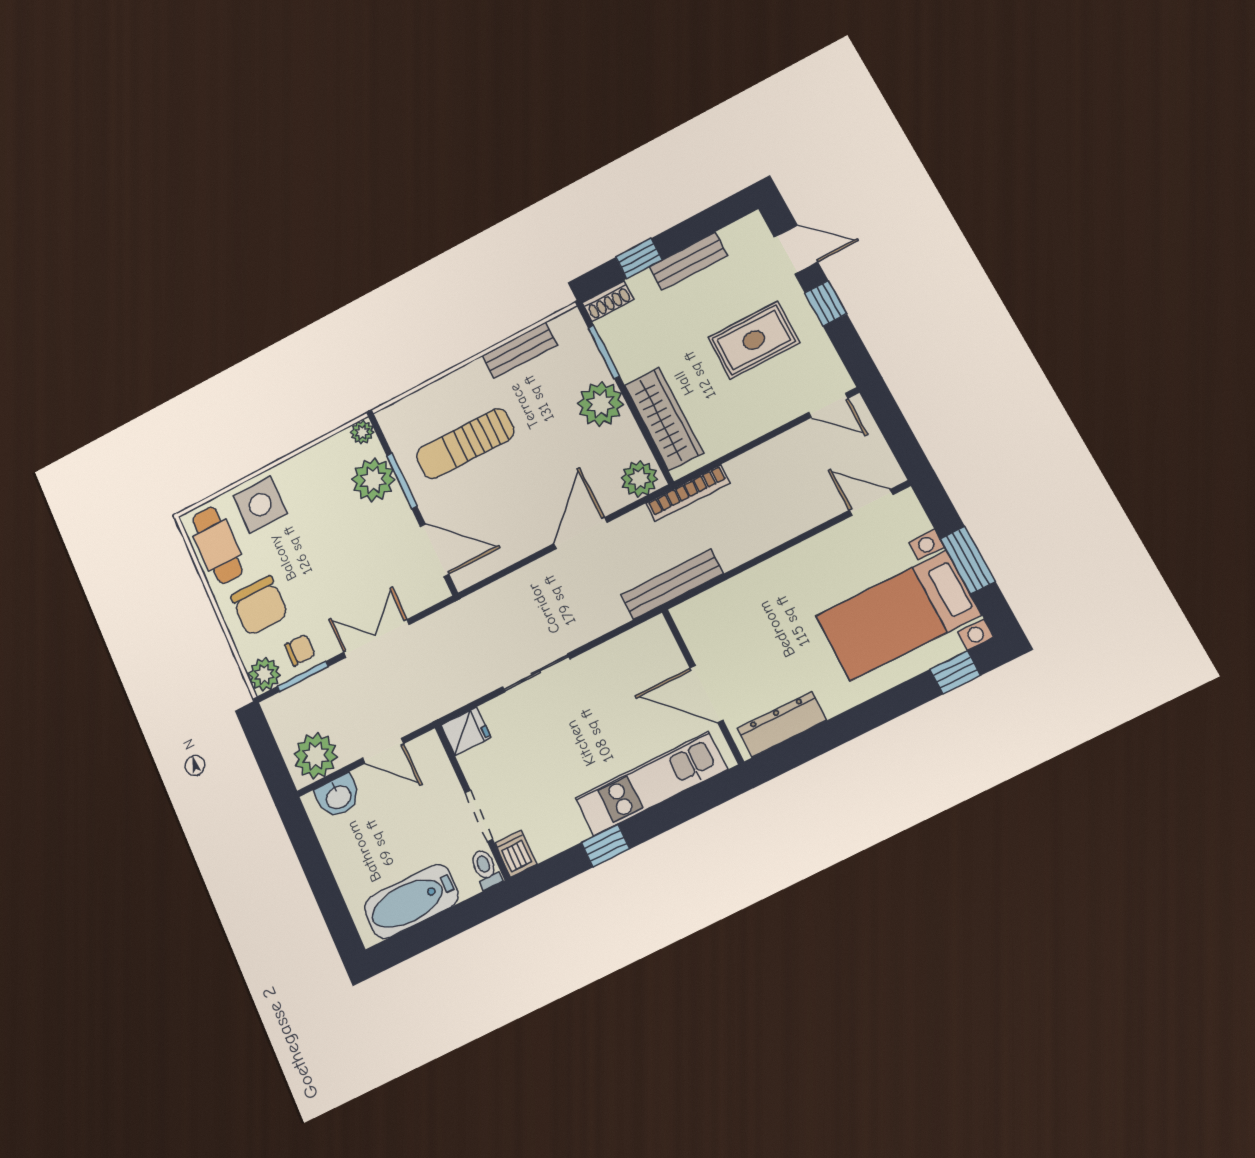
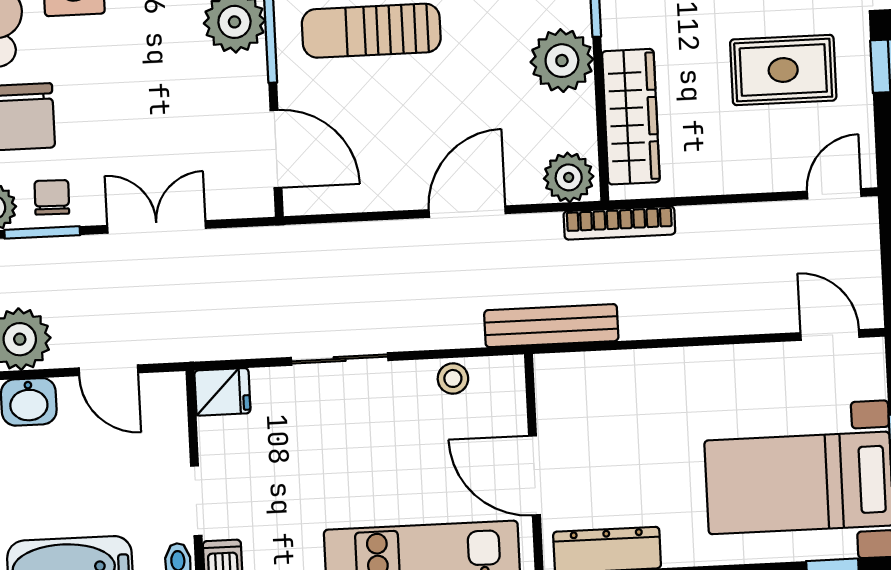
door: (828, 405) -> (834, 194), swing flipped
chair: (300, 650) -> (52, 197), turned -89
stool: (620, 651) -> (453, 378), added

